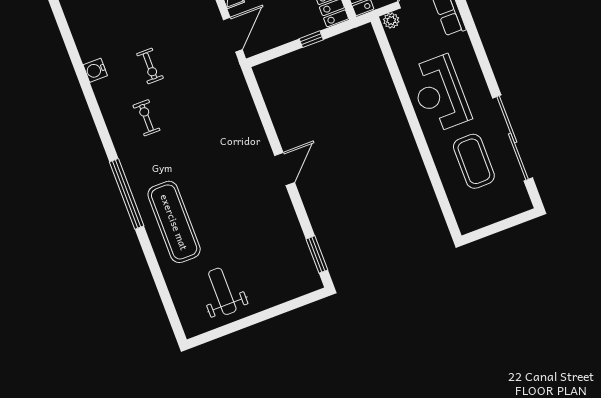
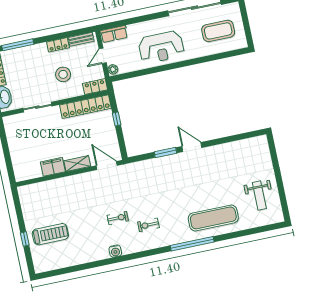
coffee table: (474, 161) -> (218, 31), moved
window: (317, 254) -> (165, 153), moved
weight bench: (222, 291) -> (259, 195), turned -90

